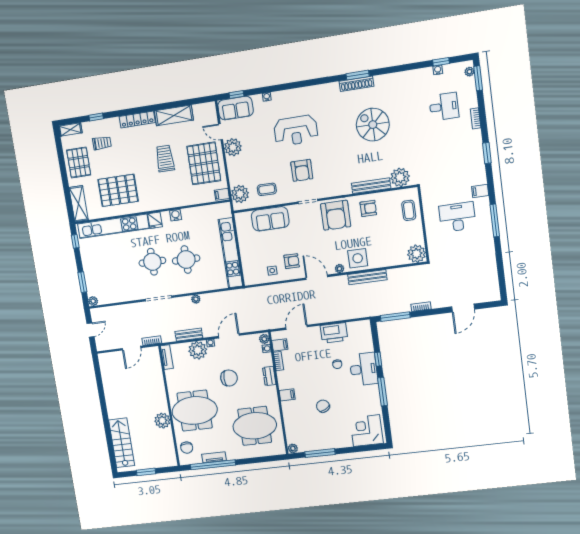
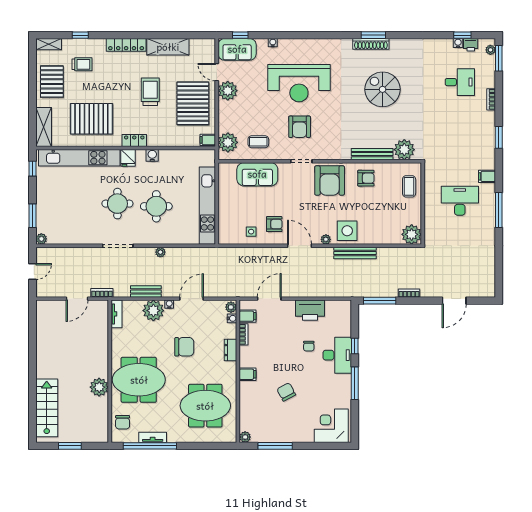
printer: (450, 70) -> (471, 45), added
reception desk: (296, 131) -> (299, 83), width x1.36, depth x1.30
locker: (158, 204) -> (134, 141), added

